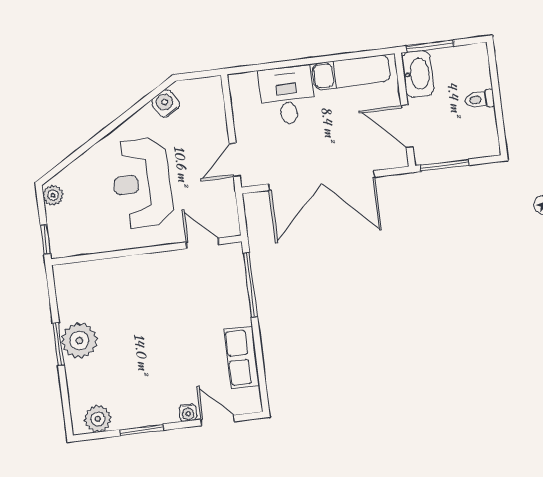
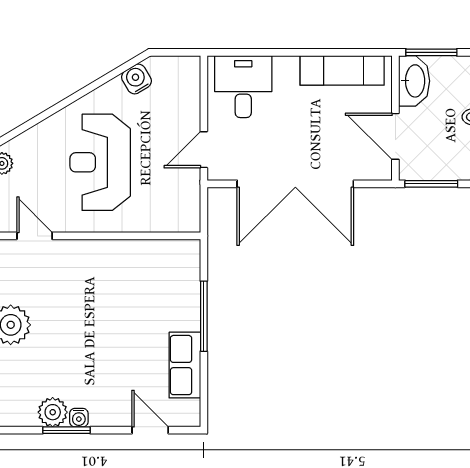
desk: (287, 95) -> (243, 87), moved
door: (202, 243) -> (35, 236), moved
window: (250, 285) -> (204, 316), moved
water cooler: (188, 413) -> (79, 418), moved
plant: (98, 419) -> (53, 412), moved

